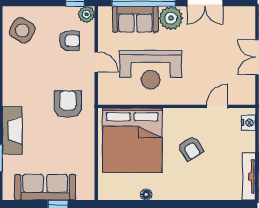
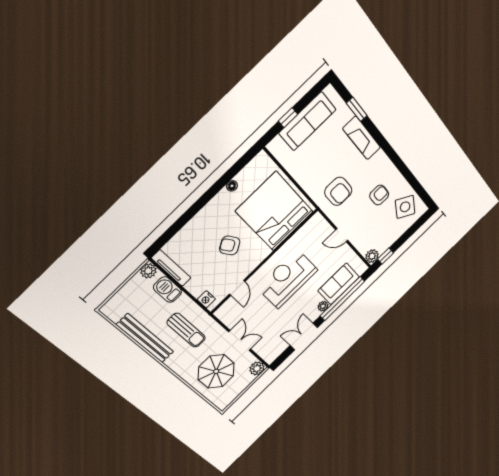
plant: (171, 18) -> (323, 306), width x0.53, depth x0.53
armchair: (69, 41) -> (379, 195), moved, turned 180
reception desk: (151, 70) -> (287, 279), moved

